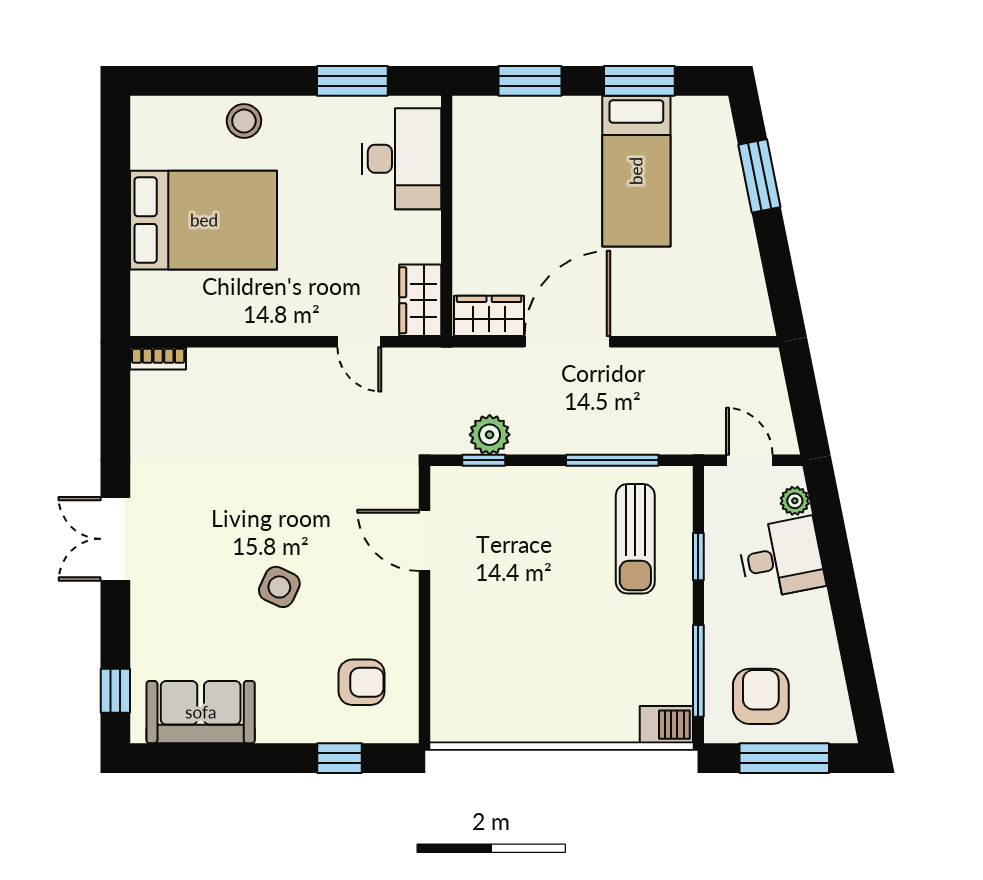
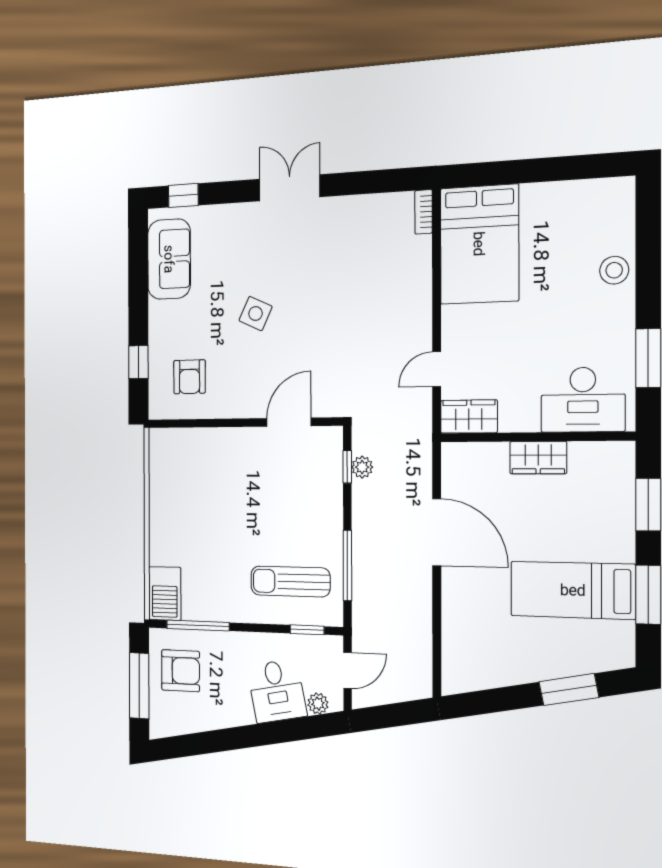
bed: (204, 220) -> (479, 244), moved
wardrobe: (489, 316) -> (538, 458), moved, turned 90
plant: (490, 435) -> (362, 467), width x0.73, depth x0.73
window: (698, 557) -> (307, 630), moved
barbecue: (666, 725) -> (165, 594), width x1.38, depth x1.27

